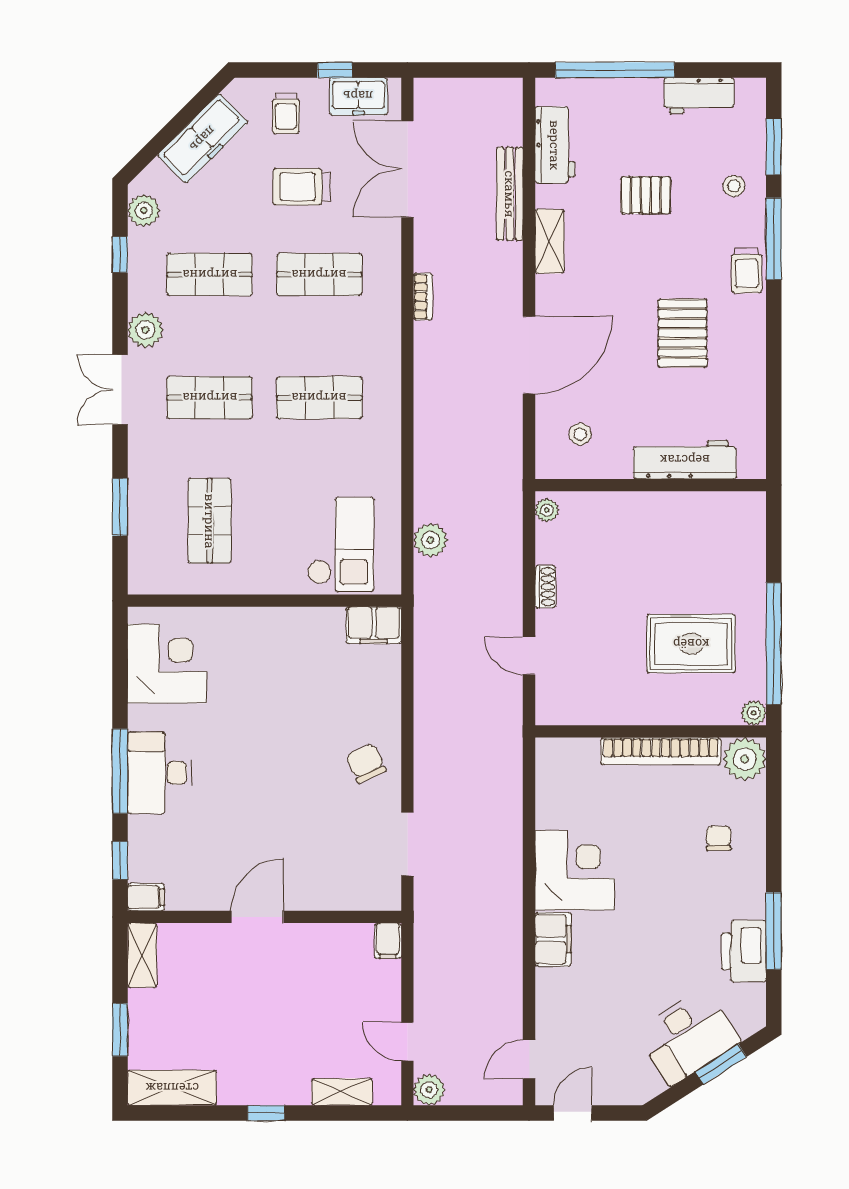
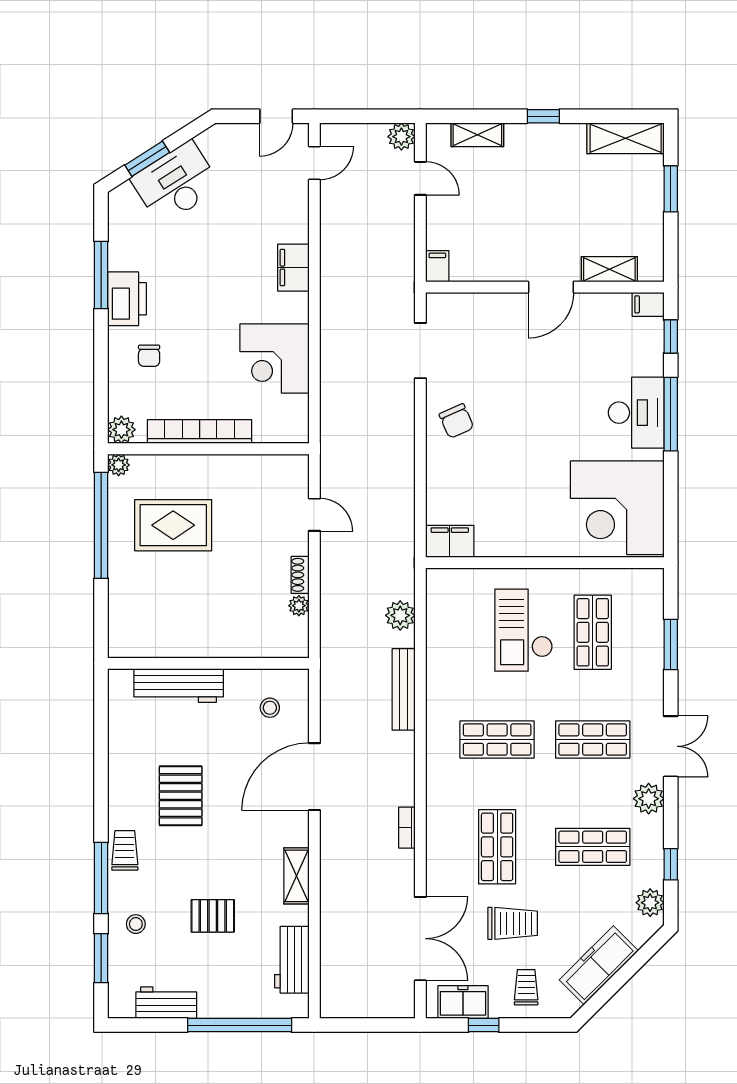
bench: (510, 194) -> (404, 689), moved
shop shelf: (319, 275) -> (497, 847), turned 90
plant: (547, 510) -> (299, 606), moved
checkout: (341, 545) -> (524, 630), moved
corner desk: (167, 664) -> (617, 508), width x1.36, depth x1.36
plant: (745, 759) -> (121, 430), width x0.73, depth x0.73
corner desk: (575, 870) -> (275, 359), moved
printer: (744, 951) -> (127, 299), moved
shelving: (142, 955) -> (609, 269), moved, turned 90

